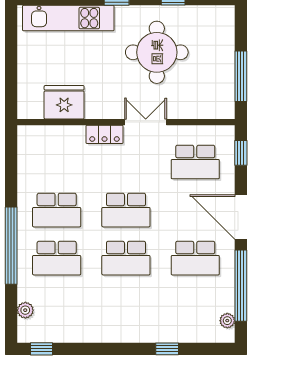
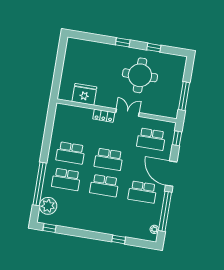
kitchen unit: (68, 18) -> (94, 48), removed
window: (11, 246) -> (40, 184), moved
plant: (25, 310) -> (48, 206), width x1.87, depth x1.87

